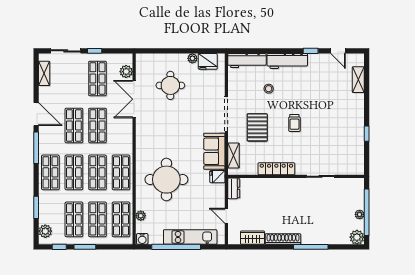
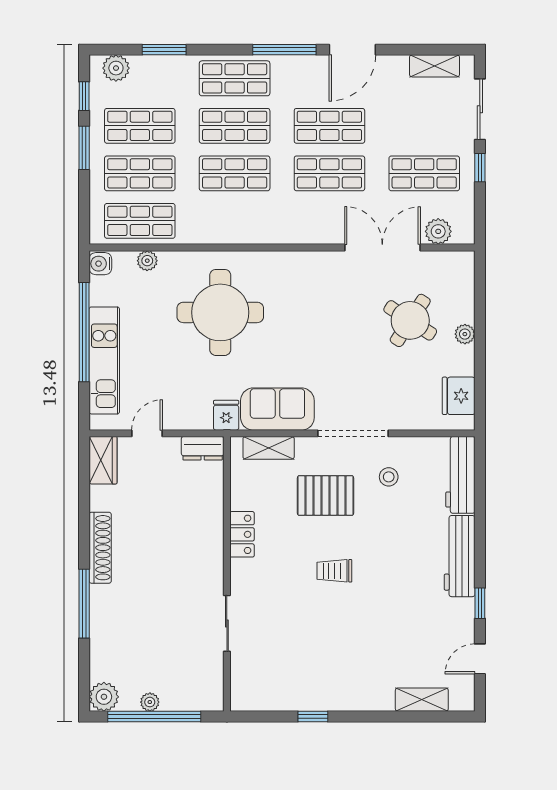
plant: (192, 58) -> (465, 334), moved
round table: (170, 85) -> (410, 320), turned 33
stool: (269, 89) -> (389, 477), moved
locker: (276, 169) -> (242, 534), width x0.66
shop shelf: (121, 172) -> (235, 221), removed
wardrobe: (252, 238) -> (103, 460), moved

